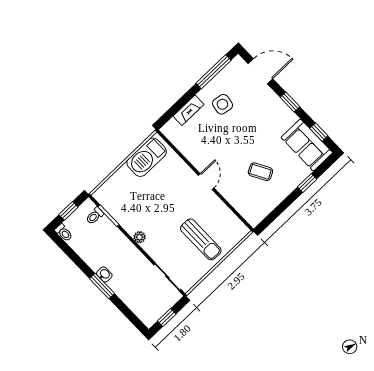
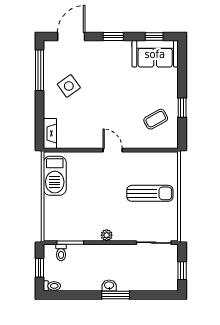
side table: (222, 104) -> (69, 86), turned 45
fireplace: (188, 110) -> (50, 133), moved
coffee table: (260, 172) -> (156, 119), moved
window: (307, 183) -> (182, 108), moved

